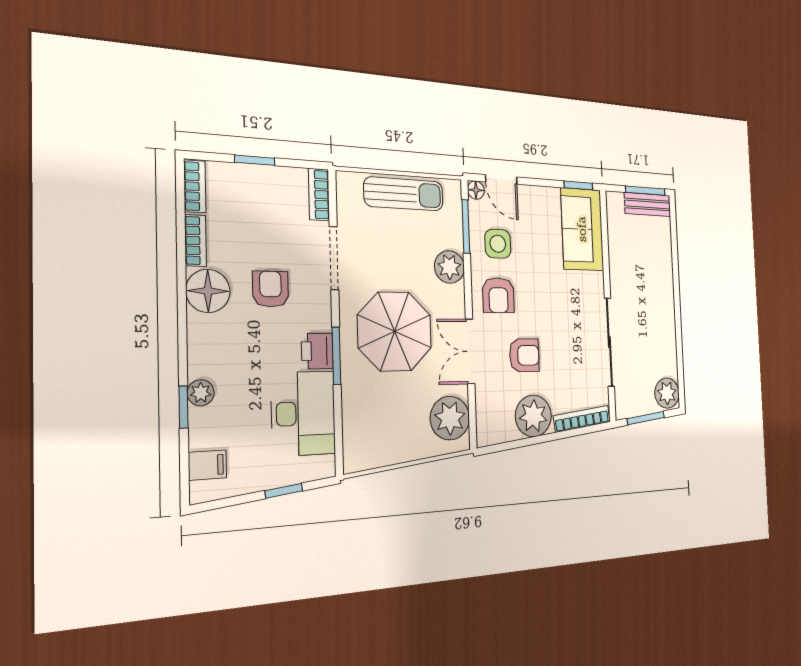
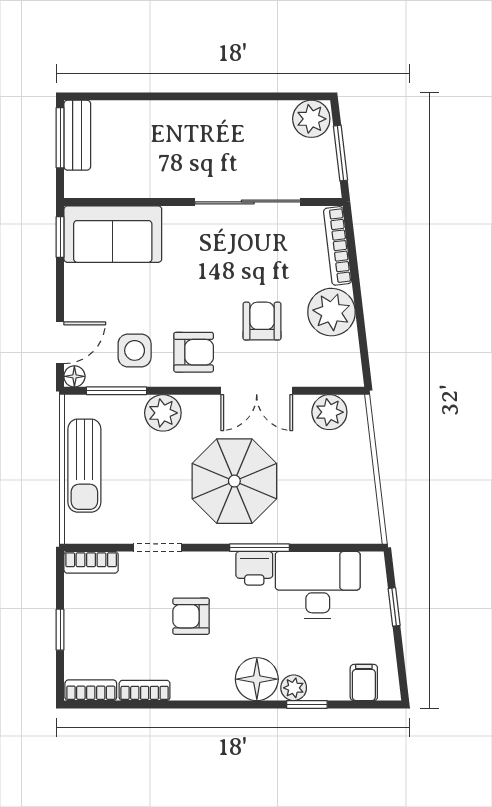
sun lounger: (404, 194) -> (84, 466), turned 180
doorway: (334, 258) -> (157, 548), width x0.73
floor lamp: (208, 291) -> (257, 679), moved
plant: (450, 418) -> (329, 412), width x0.73, depth x0.73

